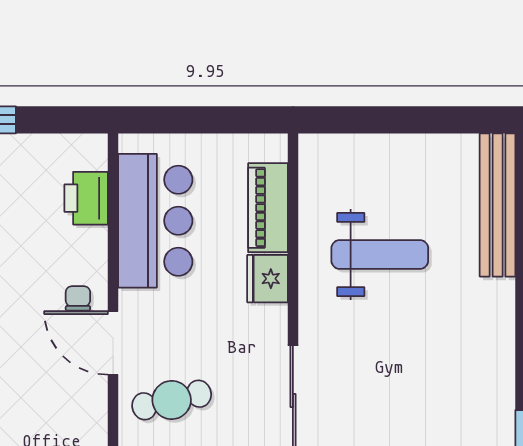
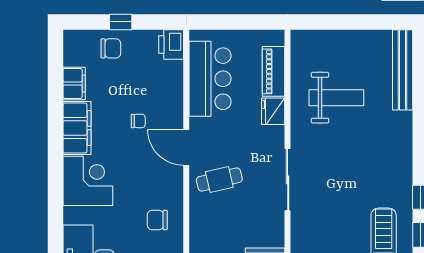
printer: (86, 198) -> (171, 44), moved
chair: (78, 298) -> (138, 121), moved, turned 90

